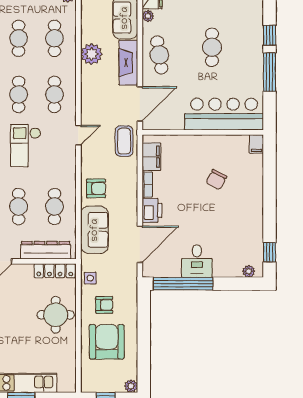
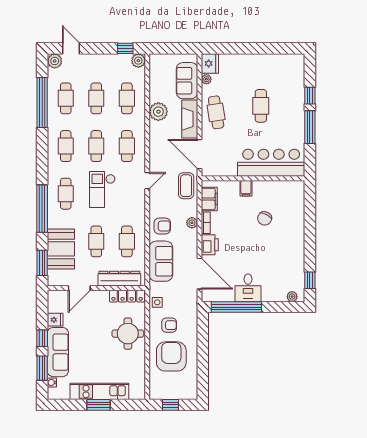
door: (140, 104) -> (199, 154), swing flipped
filing cabinet: (256, 144) -> (246, 188), moved
door: (140, 244) -> (199, 274), hinge flipped
plant: (131, 386) -> (192, 223), moved

